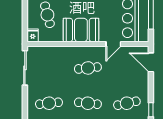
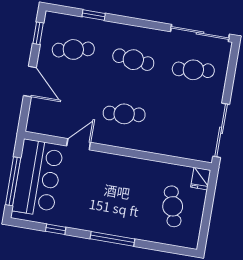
booth: (81, 30) -> (125, 174), removed
door: (151, 62) -> (30, 81), moved

